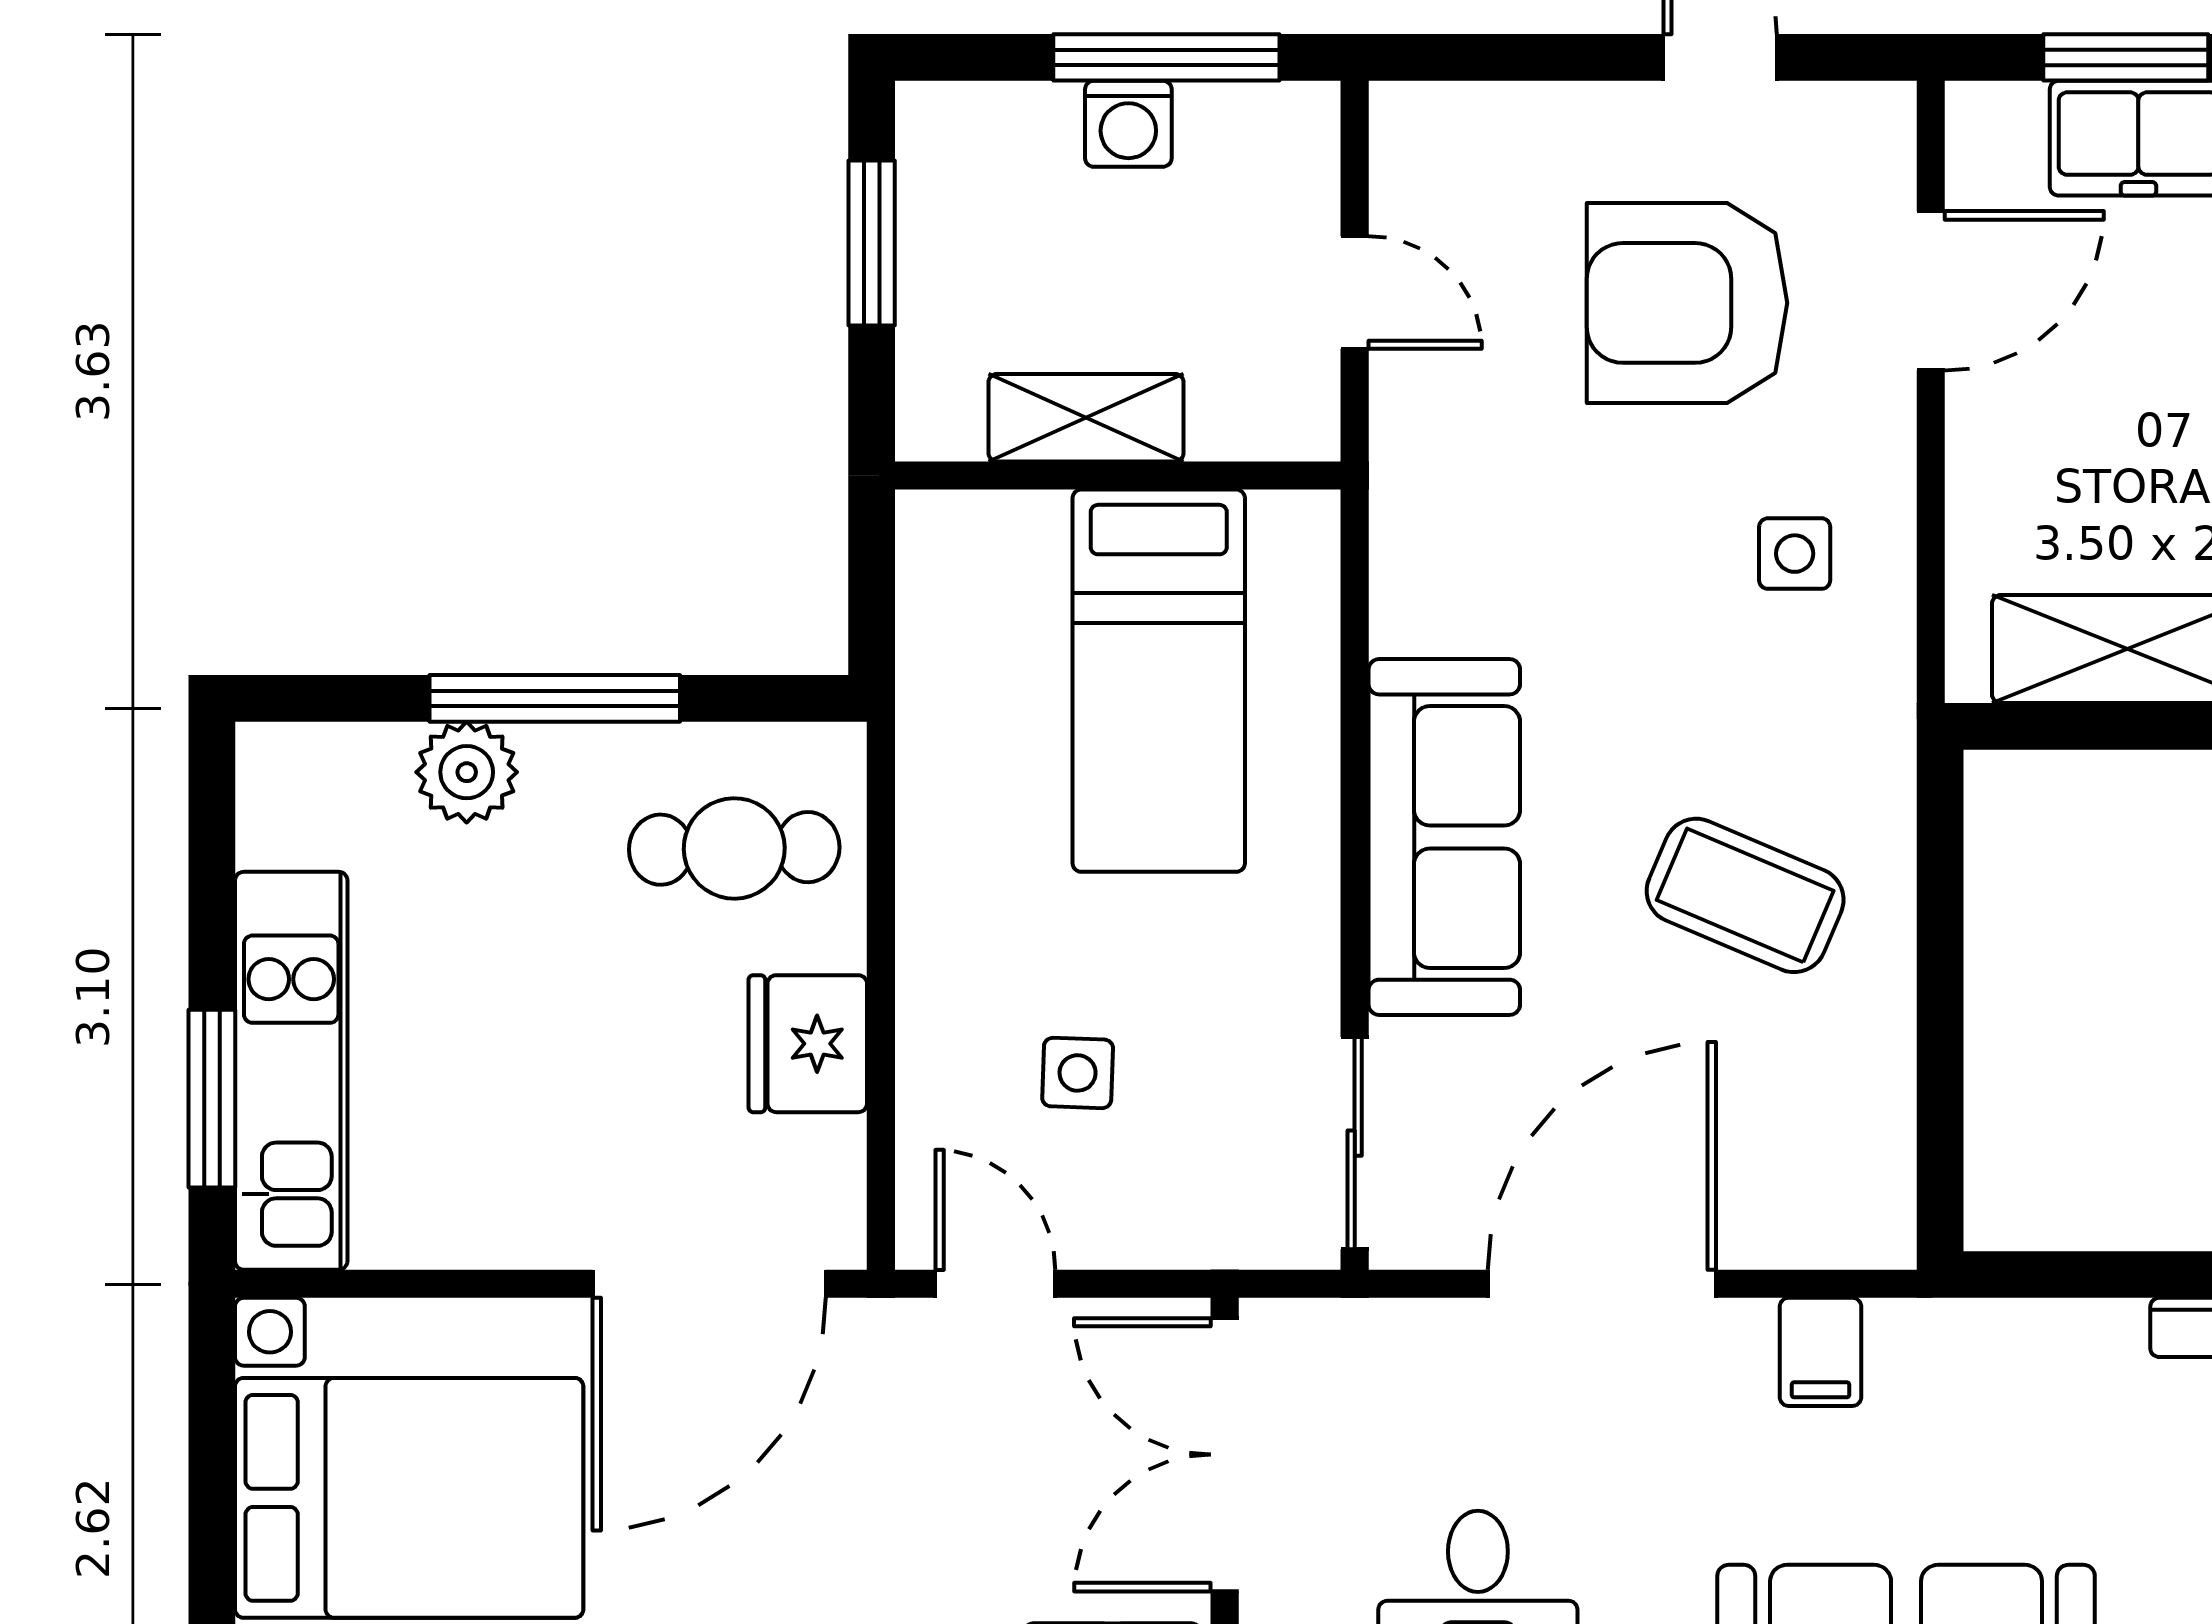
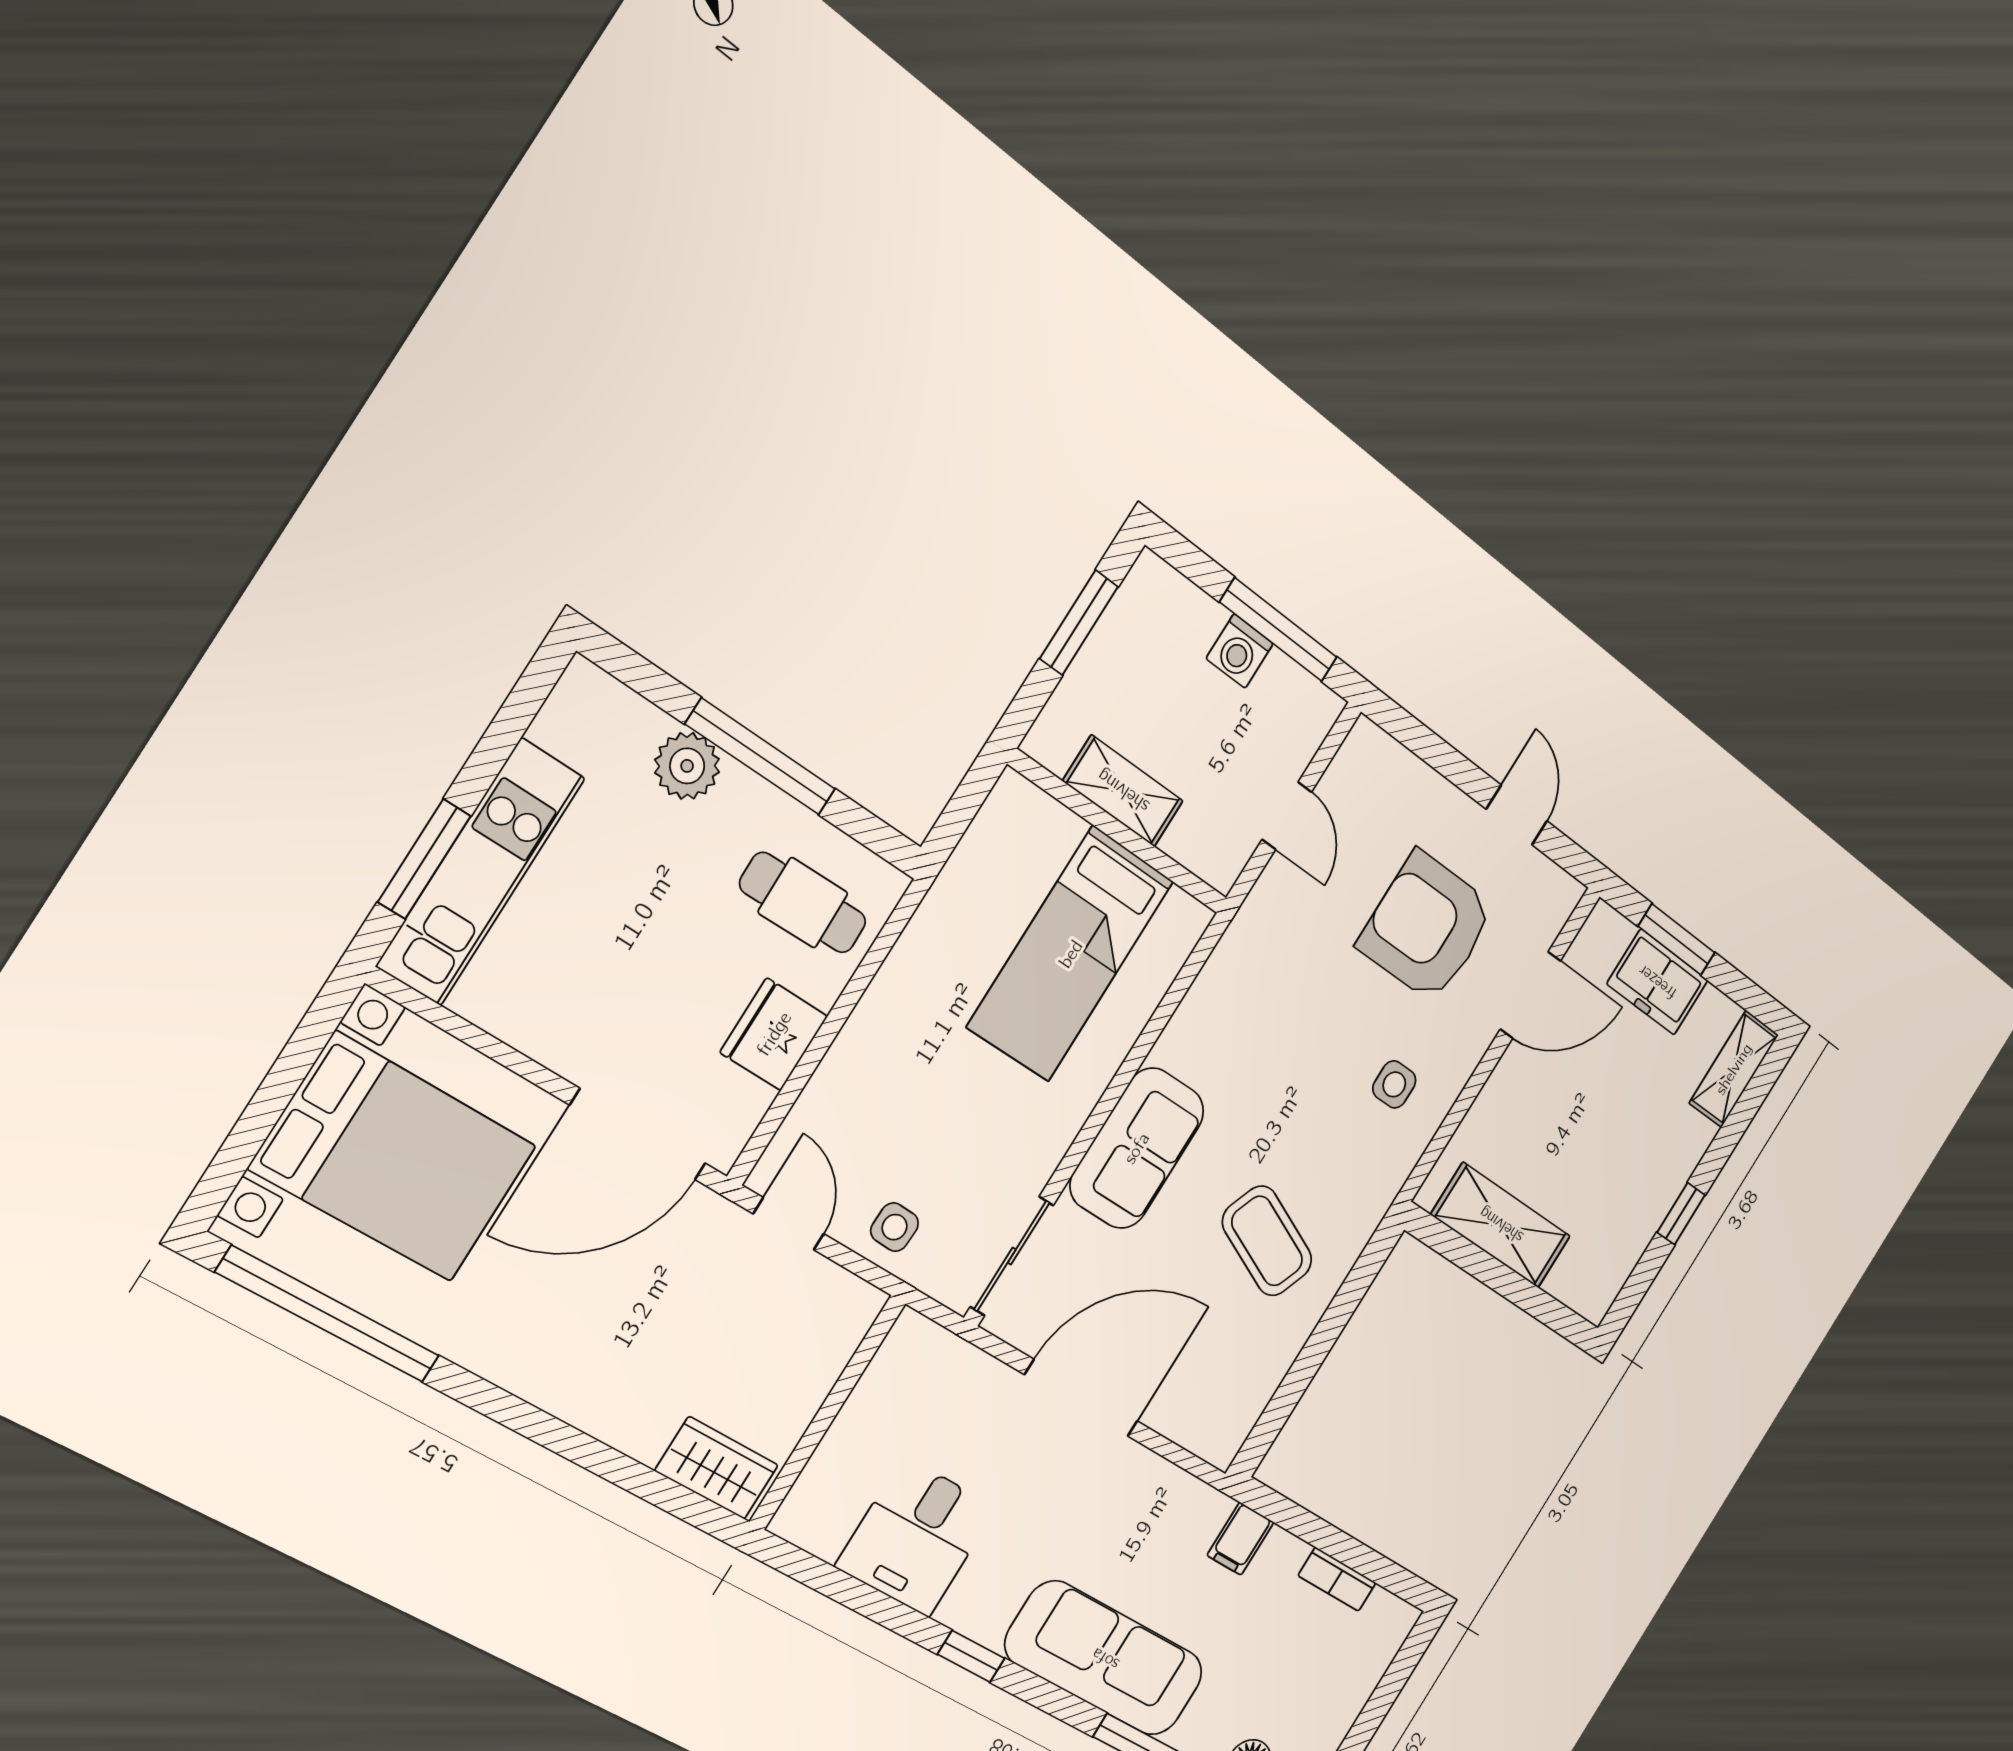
sofa: (1444, 837) -> (1137, 1148), width x0.73
side table: (1078, 1073) -> (895, 1227), moved
filing cabinet: (1821, 1352) -> (1240, 1539), moved
double door: (1225, 1455) -> (847, 1382), removed

